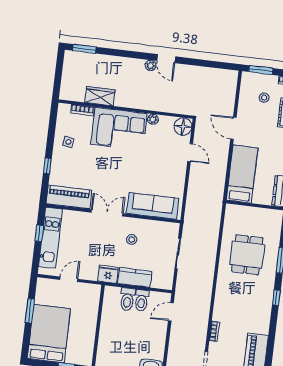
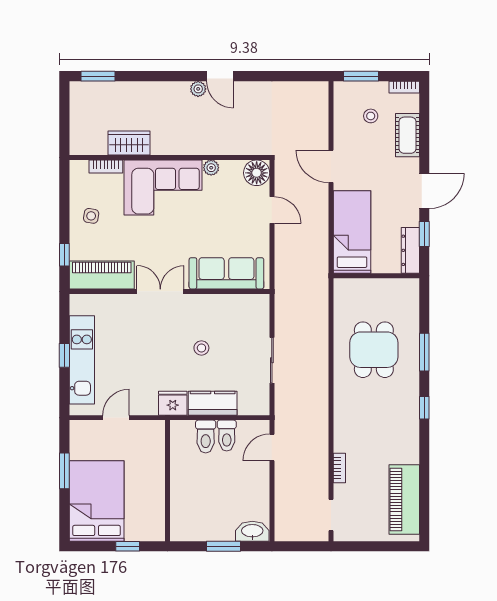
piano: (69, 197) -> (102, 275), moved
sofa: (153, 206) -> (226, 273), moved
double door: (107, 213) -> (160, 291), moved
wall: (113, 214) -> (169, 291), moved

